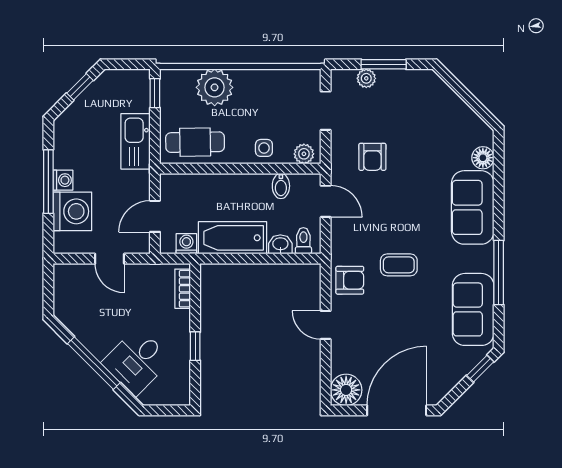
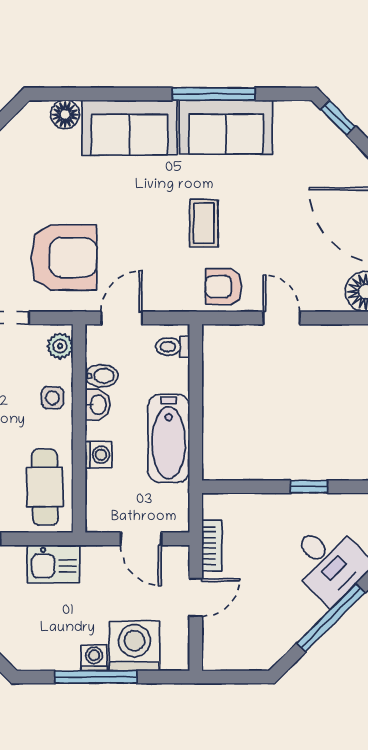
kitchen sink: (136, 141) -> (54, 564), width x0.73
armchair: (372, 157) -> (64, 257), width x1.88, depth x1.88
washing machine: (186, 244) -> (98, 455), moved, turned 180
washbasin: (280, 244) -> (98, 405), moved, turned 180
armchair: (350, 280) -> (224, 287), turned -90
bookcase: (183, 289) -> (212, 546), moved, turned -90
sofa: (473, 309) -> (226, 127), moved
door: (326, 325) -> (281, 318), swing flipped

